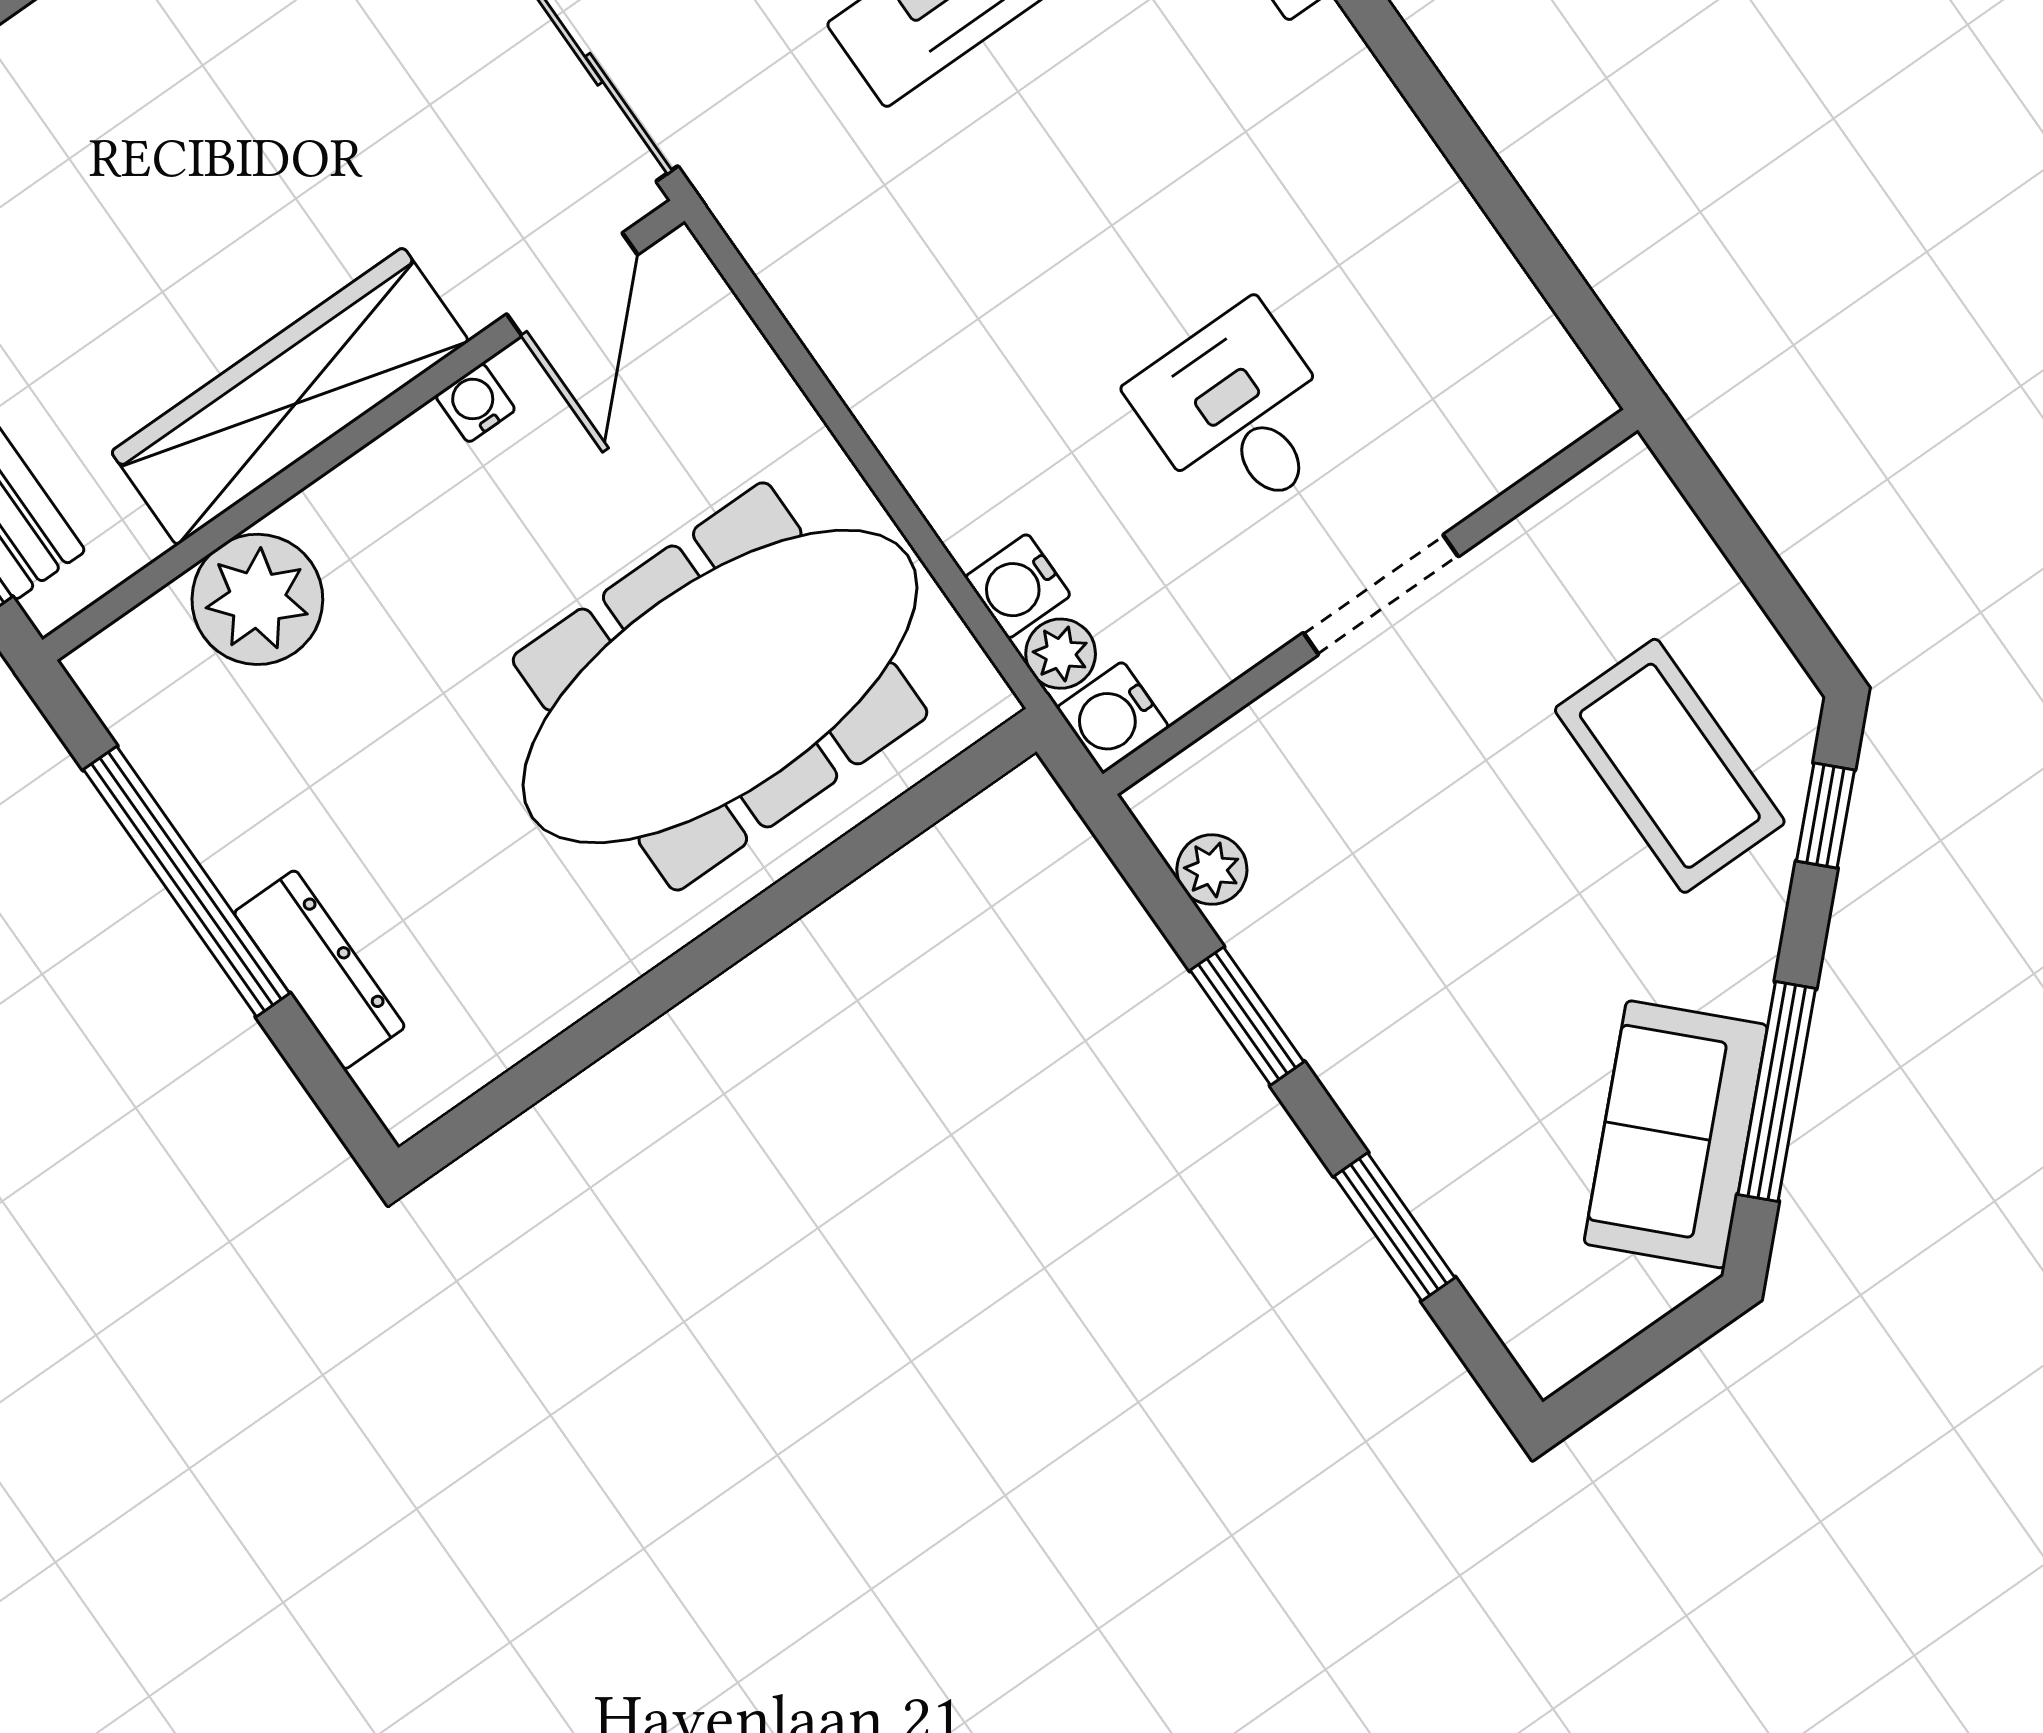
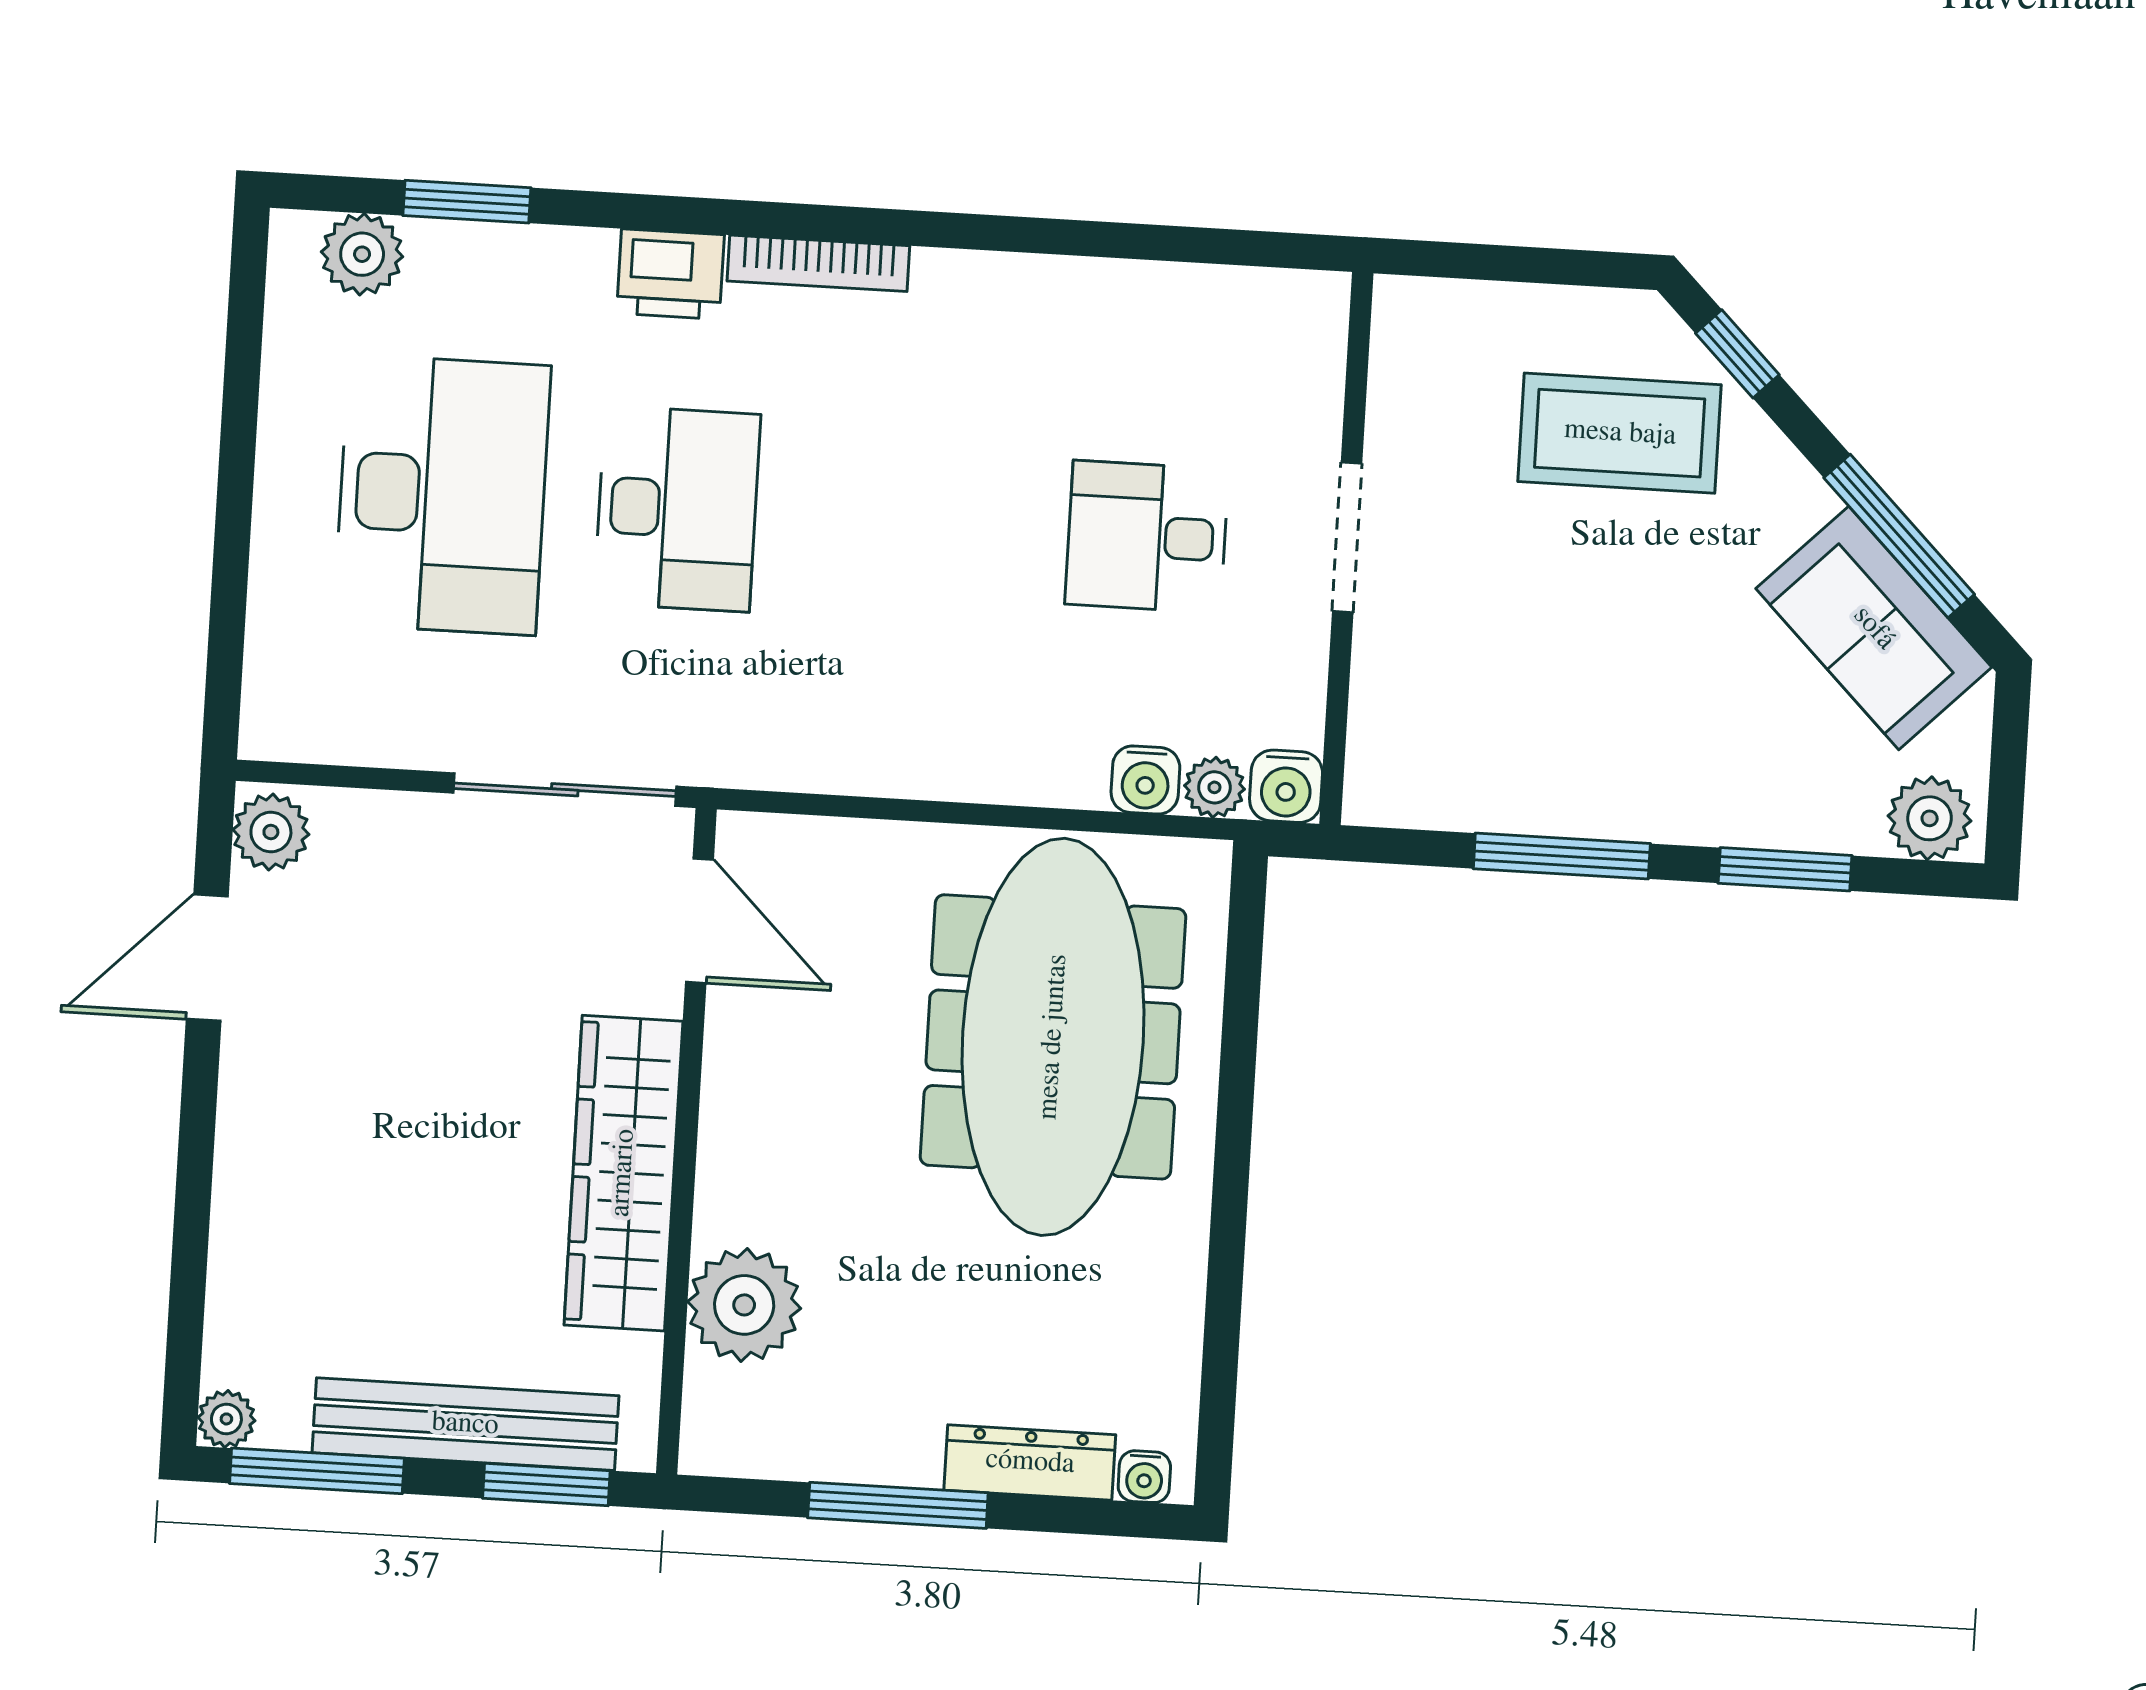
water cooler: (475, 403) -> (1144, 1477), moved, turned -90
plant: (1212, 870) -> (1930, 818), moved, width x1.38, depth x1.38
window: (187, 881) -> (898, 1505), width x0.68
window: (1247, 1016) -> (1562, 856), width x1.44

